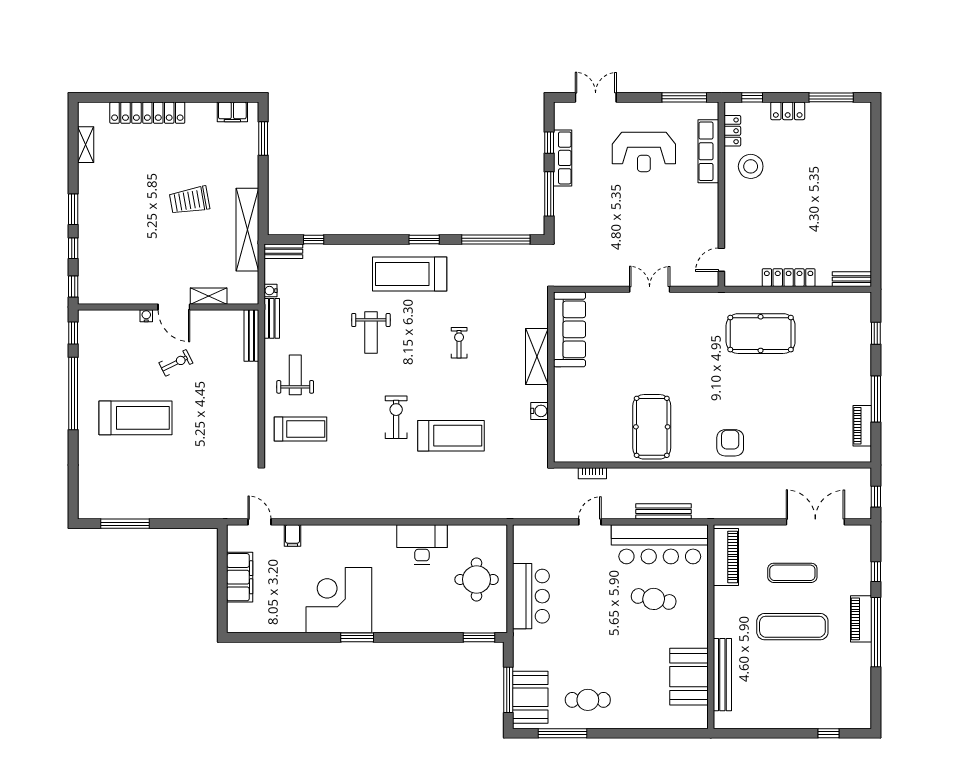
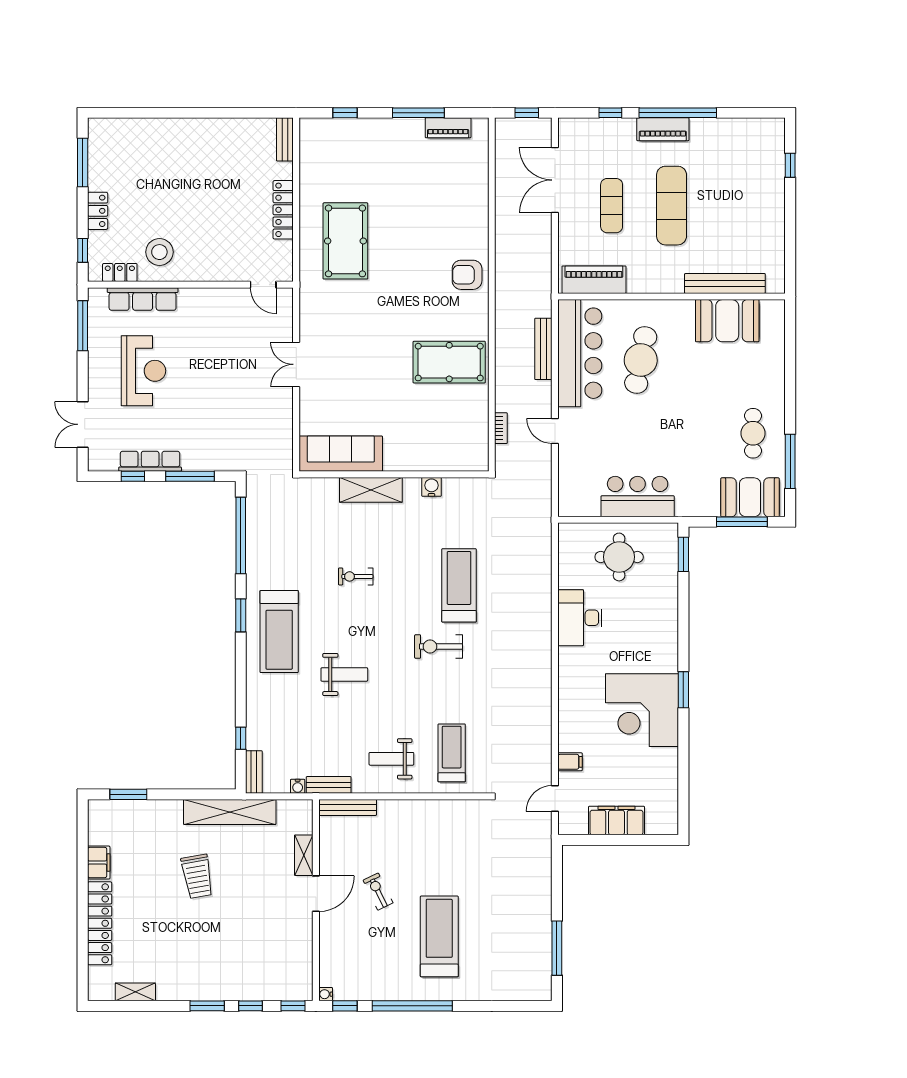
filing cabinet: (232, 112) -> (99, 863), moved
water cooler: (146, 316) -> (326, 994), moved
cafe table: (654, 599) -> (641, 360), width x1.37, depth x1.35

